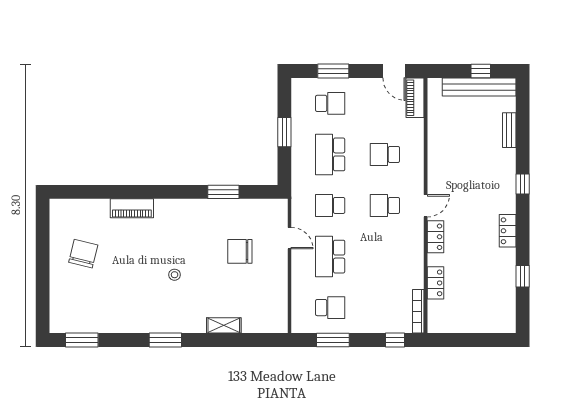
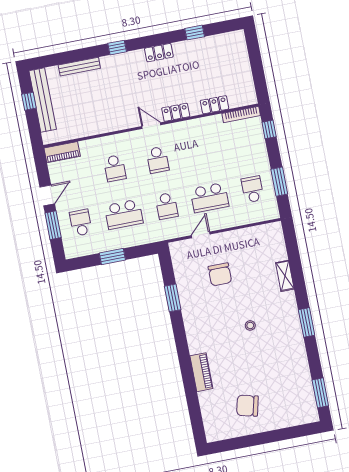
door: (394, 71) -> (47, 195), moved
bench: (509, 130) -> (79, 67), width x1.36

